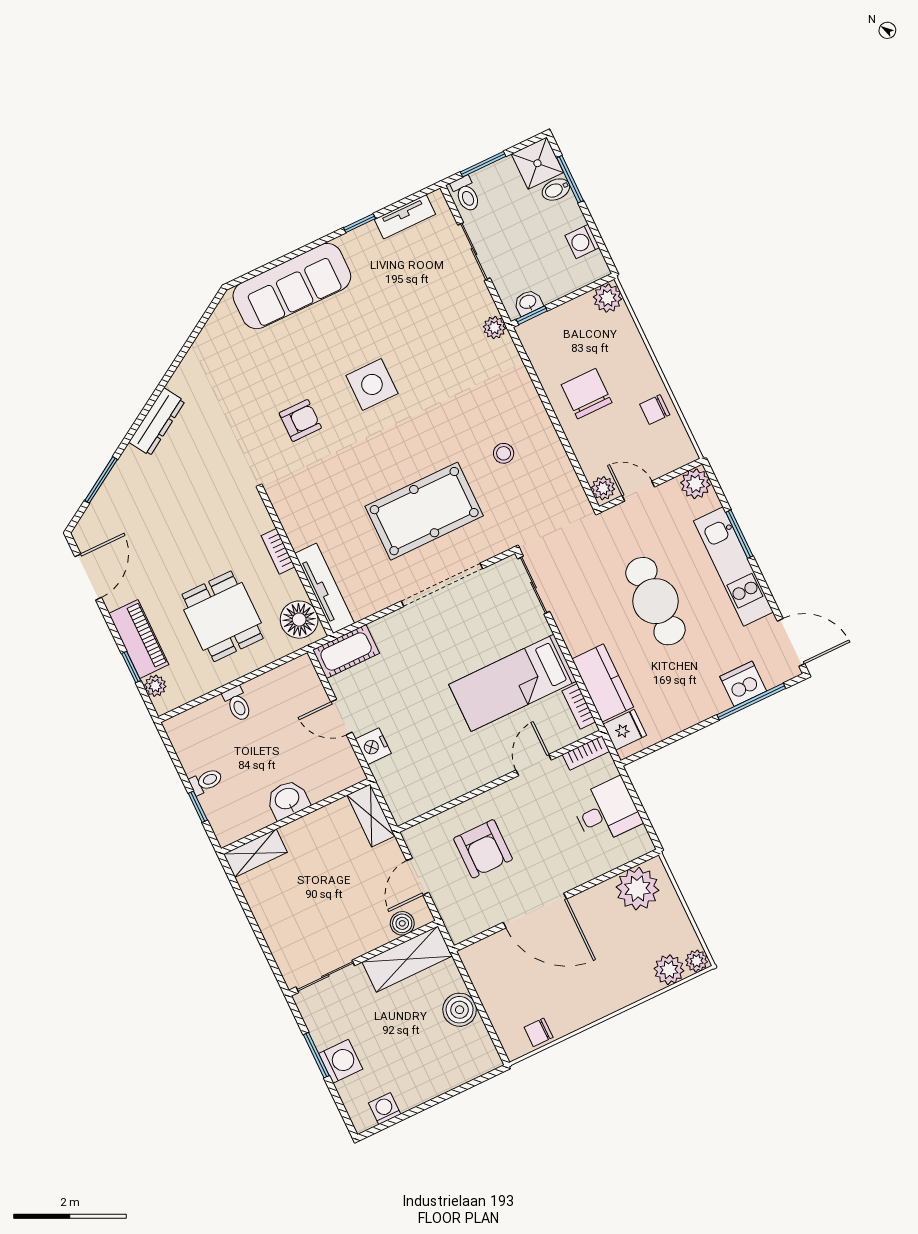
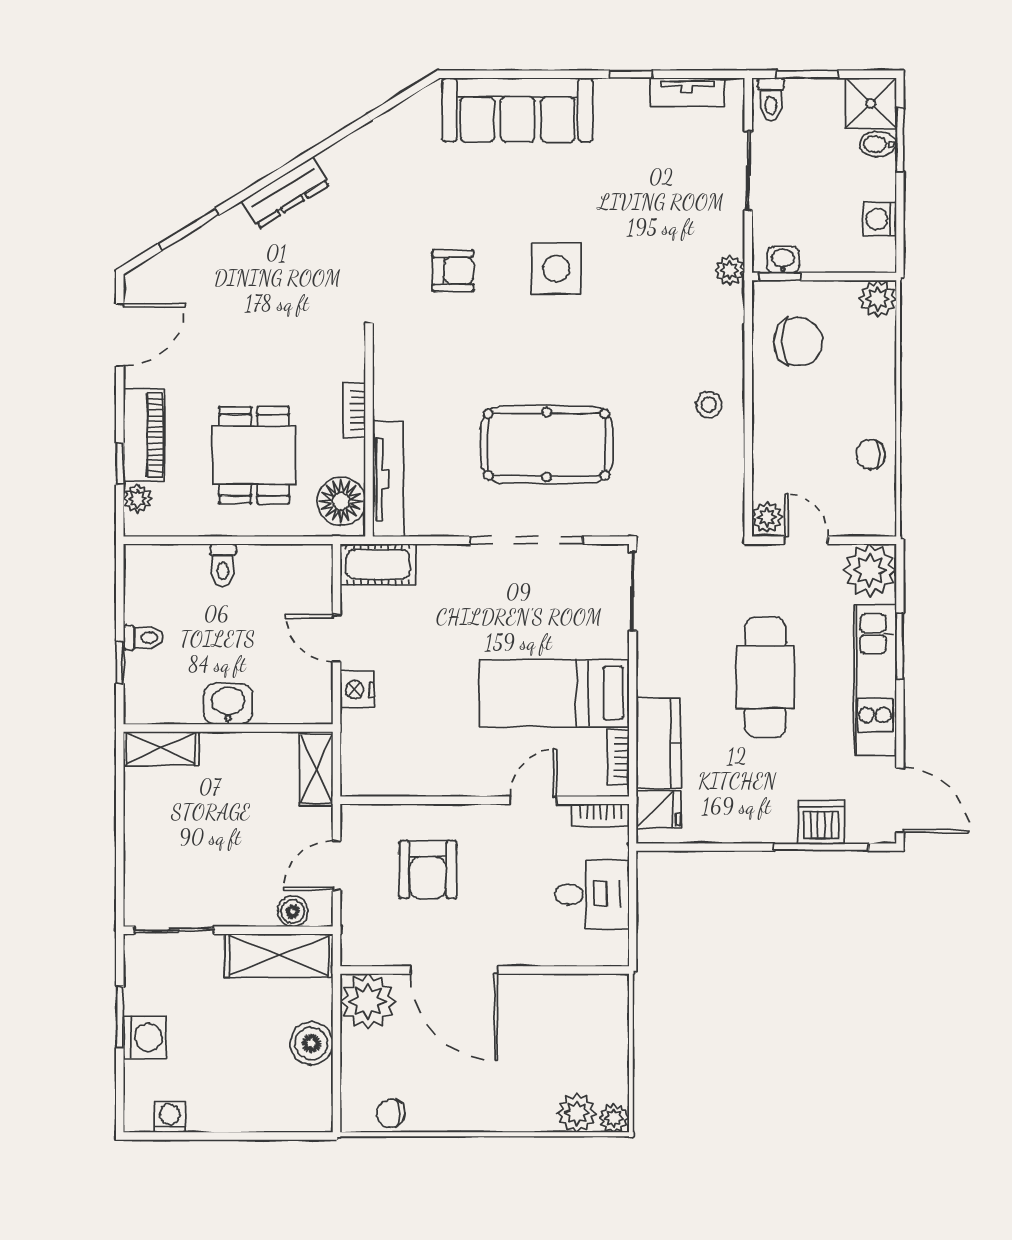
chair: (587, 394) -> (798, 342), moved, turned 90
stool: (504, 453) -> (709, 405), moved
plant: (695, 484) -> (870, 570), width x1.36, depth x1.36
plant: (637, 889) -> (368, 1001), moved

